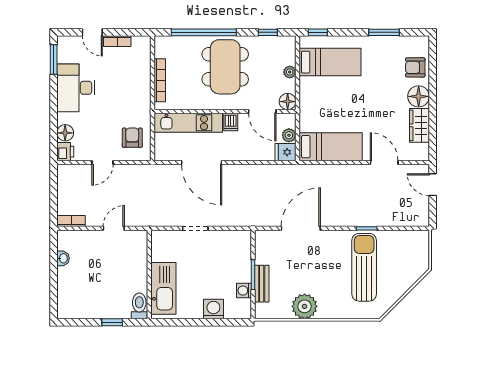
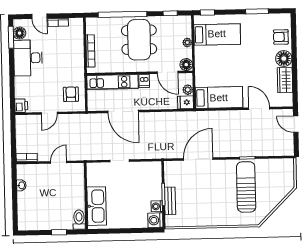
floor lamp: (65, 133) -> (20, 33), moved
plant: (305, 306) -> (202, 217), removed
washing machine: (213, 309) -> (155, 220), moved, turned -90

